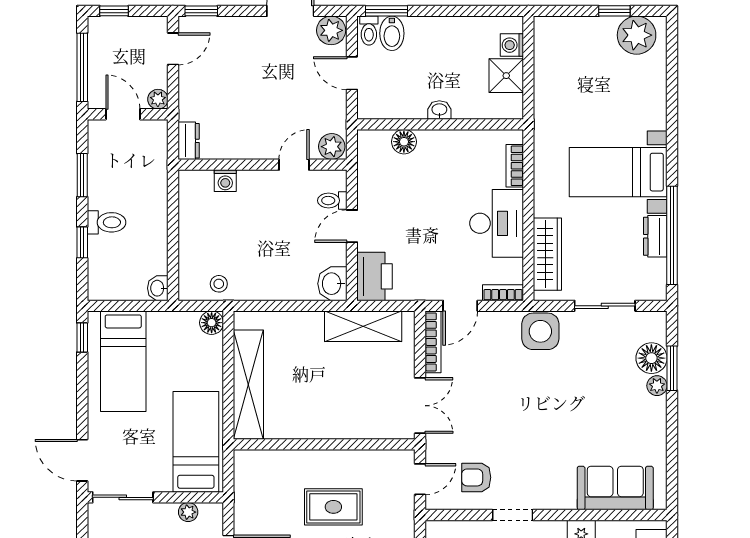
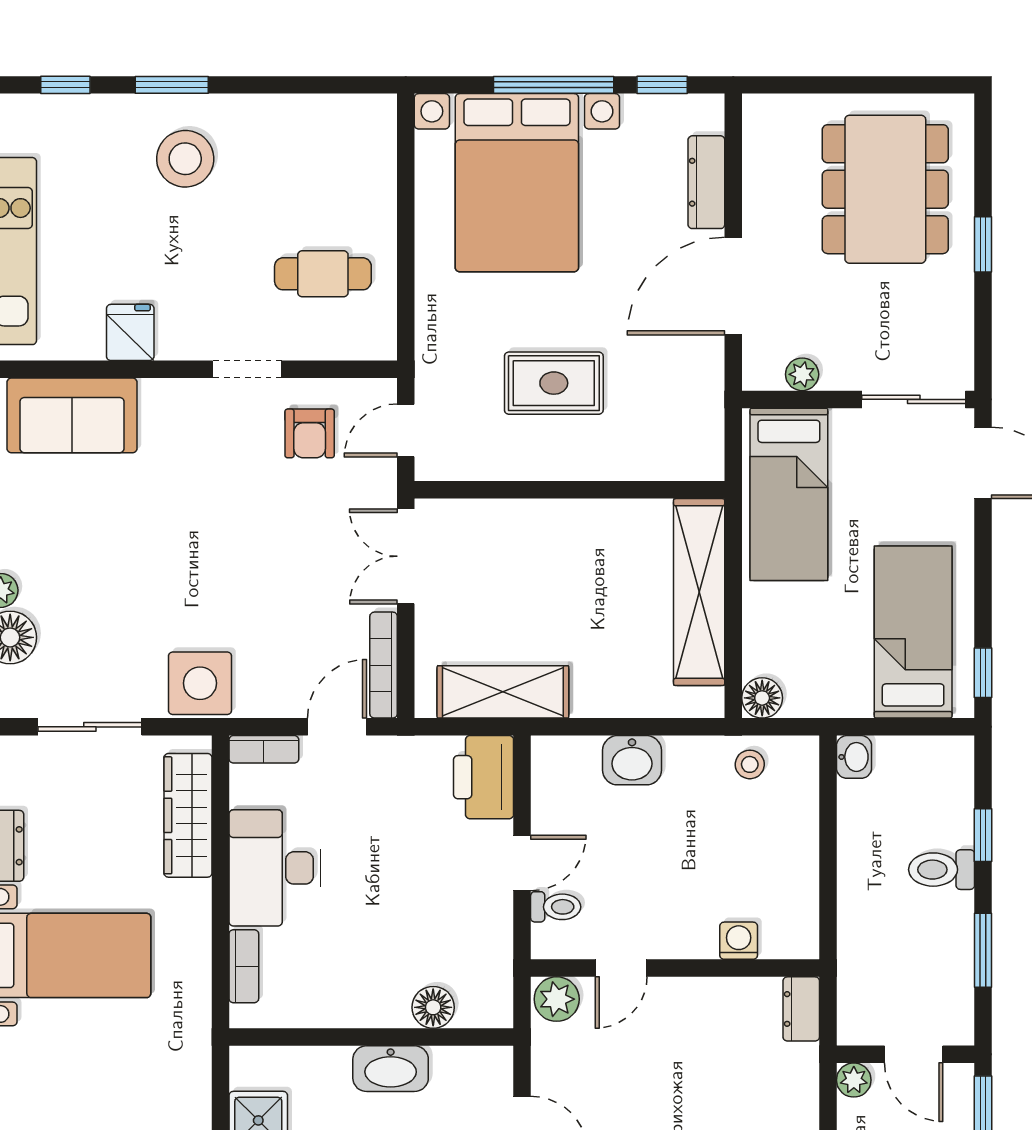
washbasin: (439, 110) -> (391, 1069), width x1.91, depth x1.45
washbasin: (332, 284) -> (632, 760), moved, turned 90
armchair: (476, 477) -> (310, 433), turned 90

